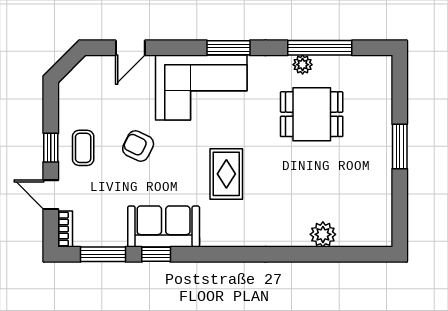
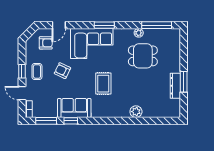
window: (320, 48) -> (157, 25), moved
armchair: (102, 86) -> (46, 43), added
window: (400, 146) -> (184, 82), moved
dresser: (382, 179) -> (175, 86), added
plant: (323, 234) -> (136, 112), moved

